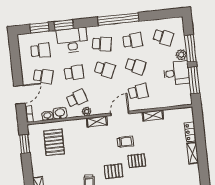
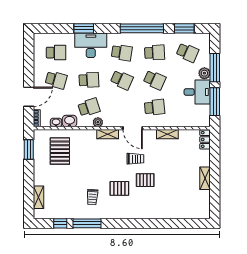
window: (39, 28) -> (184, 28), moved
door: (120, 113) -> (133, 128), swing flipped
locker: (190, 132) -> (205, 139), moved

